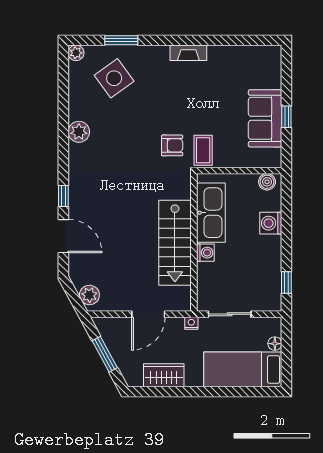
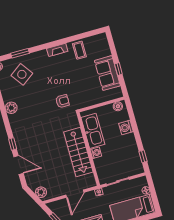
coffee table: (203, 150) -> (79, 50), moved

